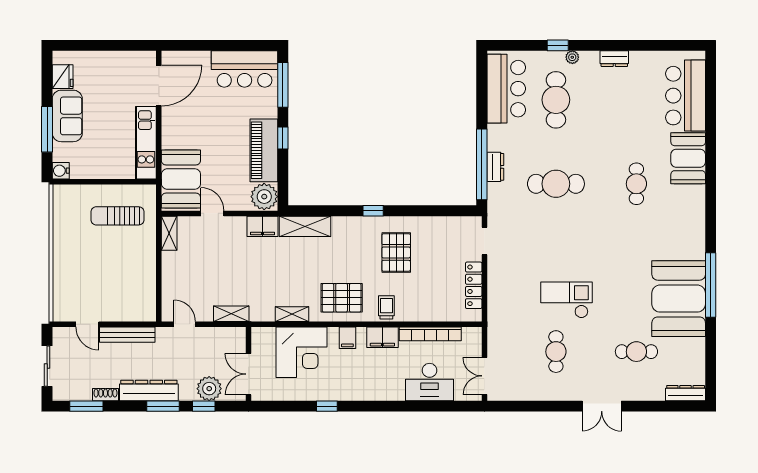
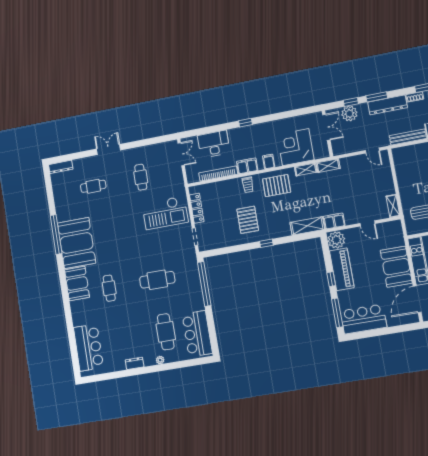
window: (558, 45) -> (170, 366), removed
booth: (688, 158) -> (77, 284), moved
dresser: (495, 167) -> (196, 284), removed
booth: (181, 179) -> (396, 267), moved
booth: (679, 299) -> (77, 243), moved
checkout: (567, 300) -> (165, 213), moved, width x1.36, depth x1.21
shelving: (231, 314) -> (328, 166), moved
window: (327, 406) -> (245, 123), moved

